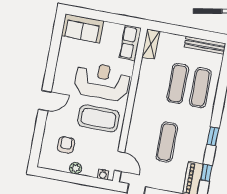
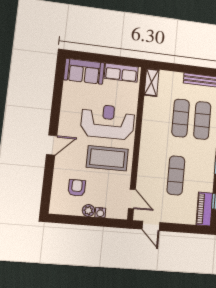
row of seats: (130, 43) -> (121, 73), moved, turned -90
water cooler: (103, 174) -> (100, 213), moved

